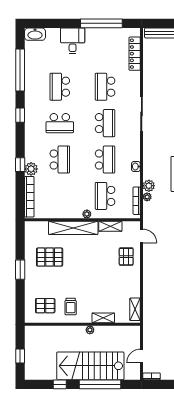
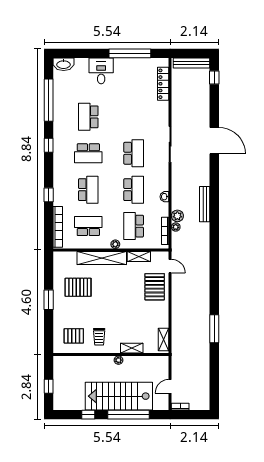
school desk: (105, 87) -> (88, 226), moved, turned 90
plant: (31, 169) -> (60, 199), removed
pallet: (126, 257) -> (155, 287), width x1.50, depth x1.42

